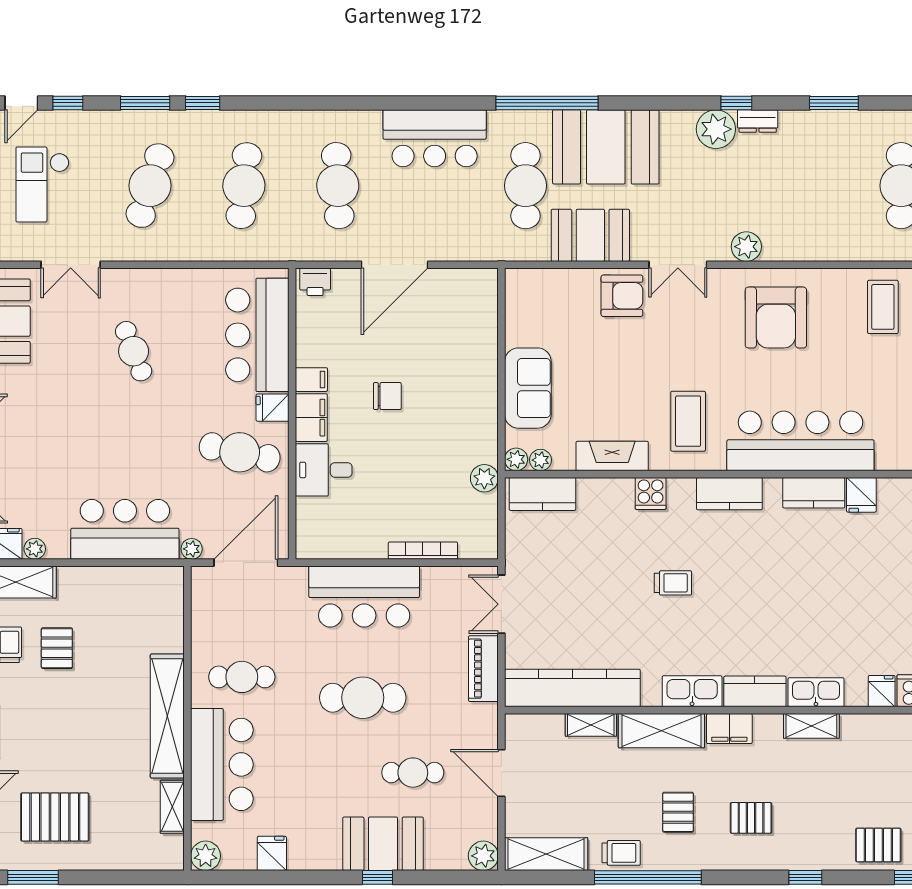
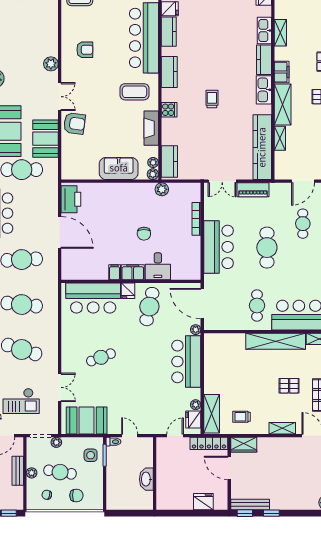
printer: (315, 282) -> (71, 199), moved, width x1.87, depth x1.48
armchair: (622, 296) -> (74, 123), turned 98
armchair: (776, 318) -> (85, 50), width x0.53, depth x0.53
chair: (387, 396) -> (144, 234), moved, turned 180
pallet: (57, 648) -> (289, 386), moved

